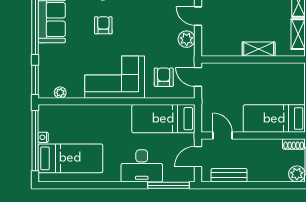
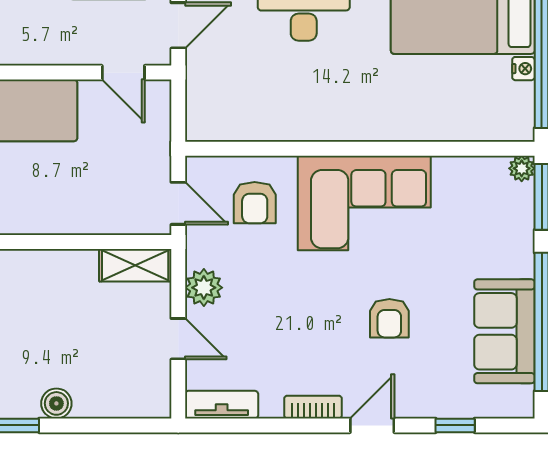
shelving: (259, 49) -> (135, 265), moved
plant: (60, 93) -> (522, 168), moved
bed: (163, 119) -> (255, 110), removed

